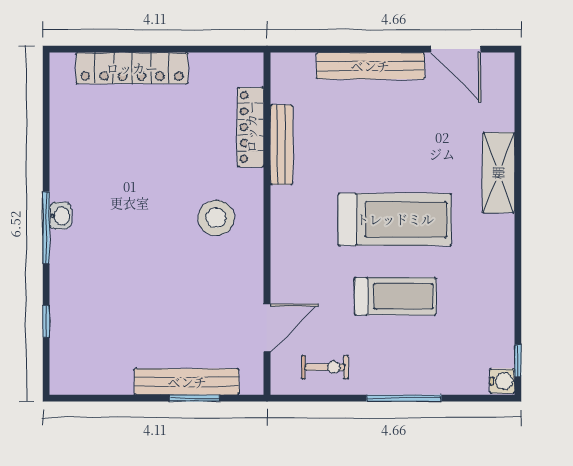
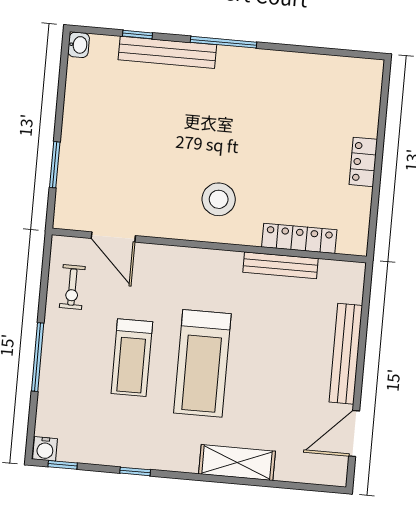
locker: (132, 68) -> (363, 162), width x0.46, depth x0.83
washbasin: (60, 216) -> (79, 45), moved, turned -90
window: (518, 282) -> (135, 471), added
bench: (187, 382) -> (167, 52), moved, turned 90

